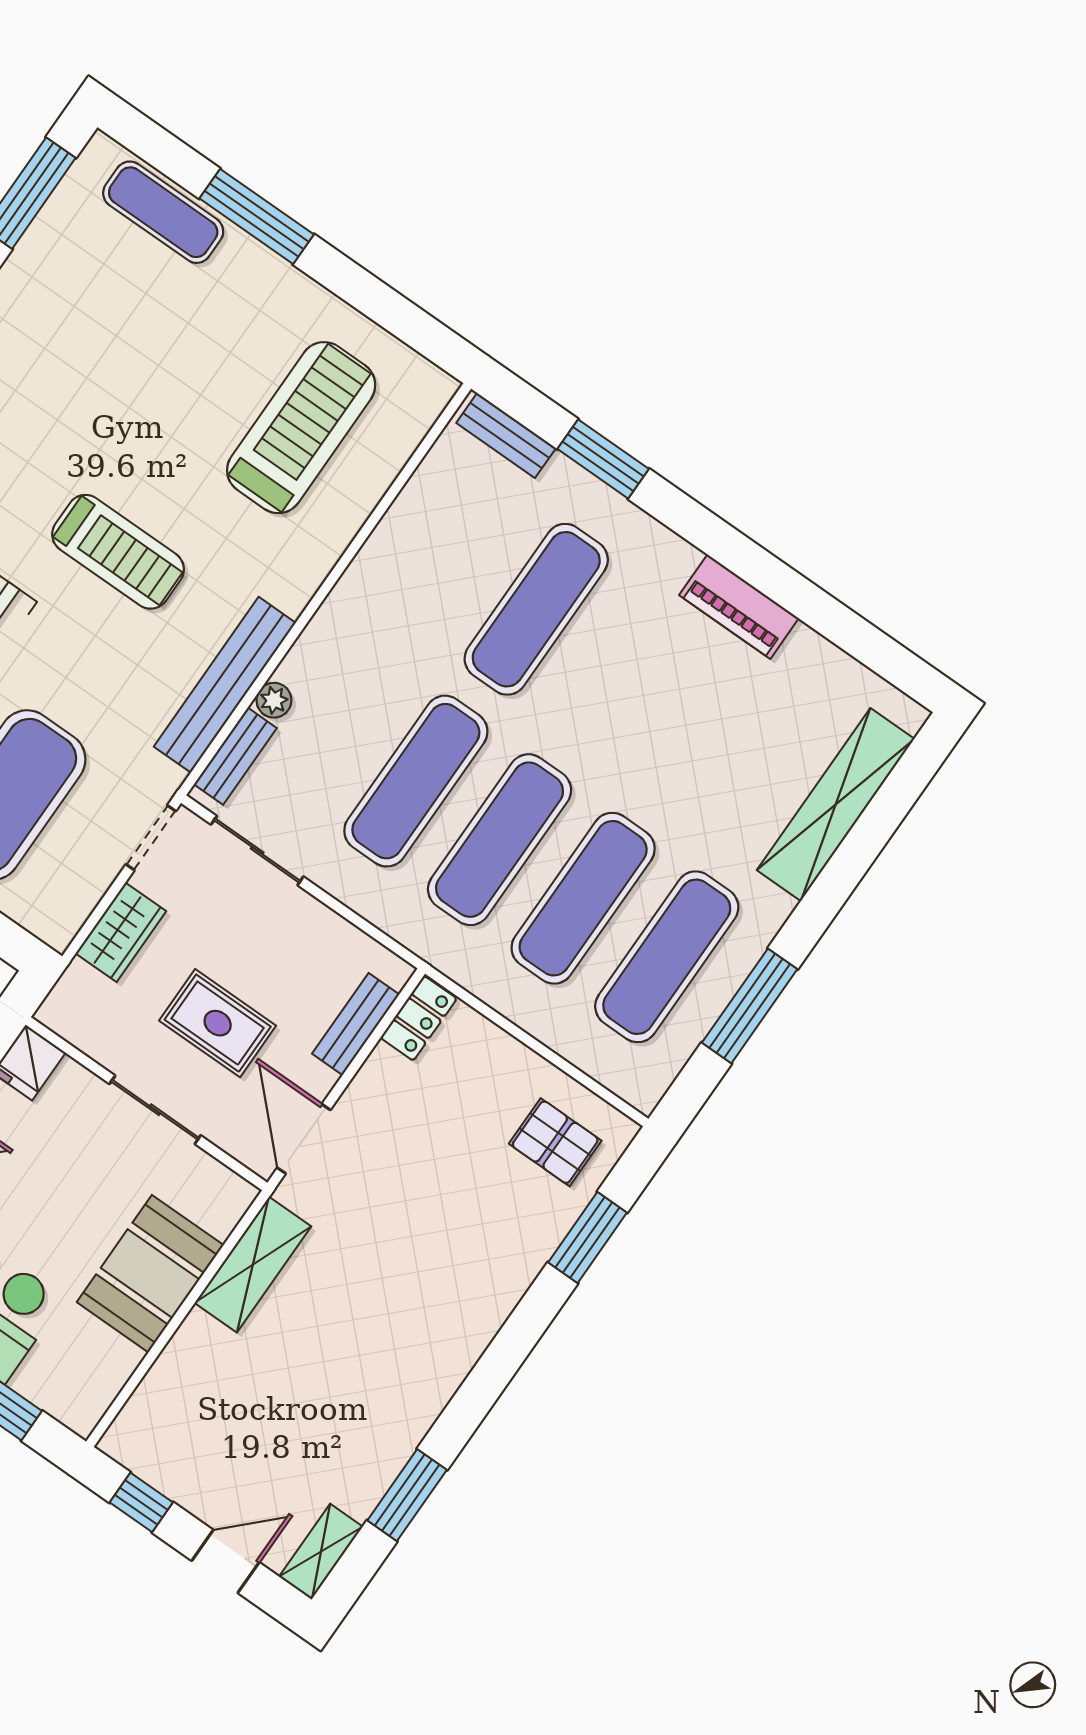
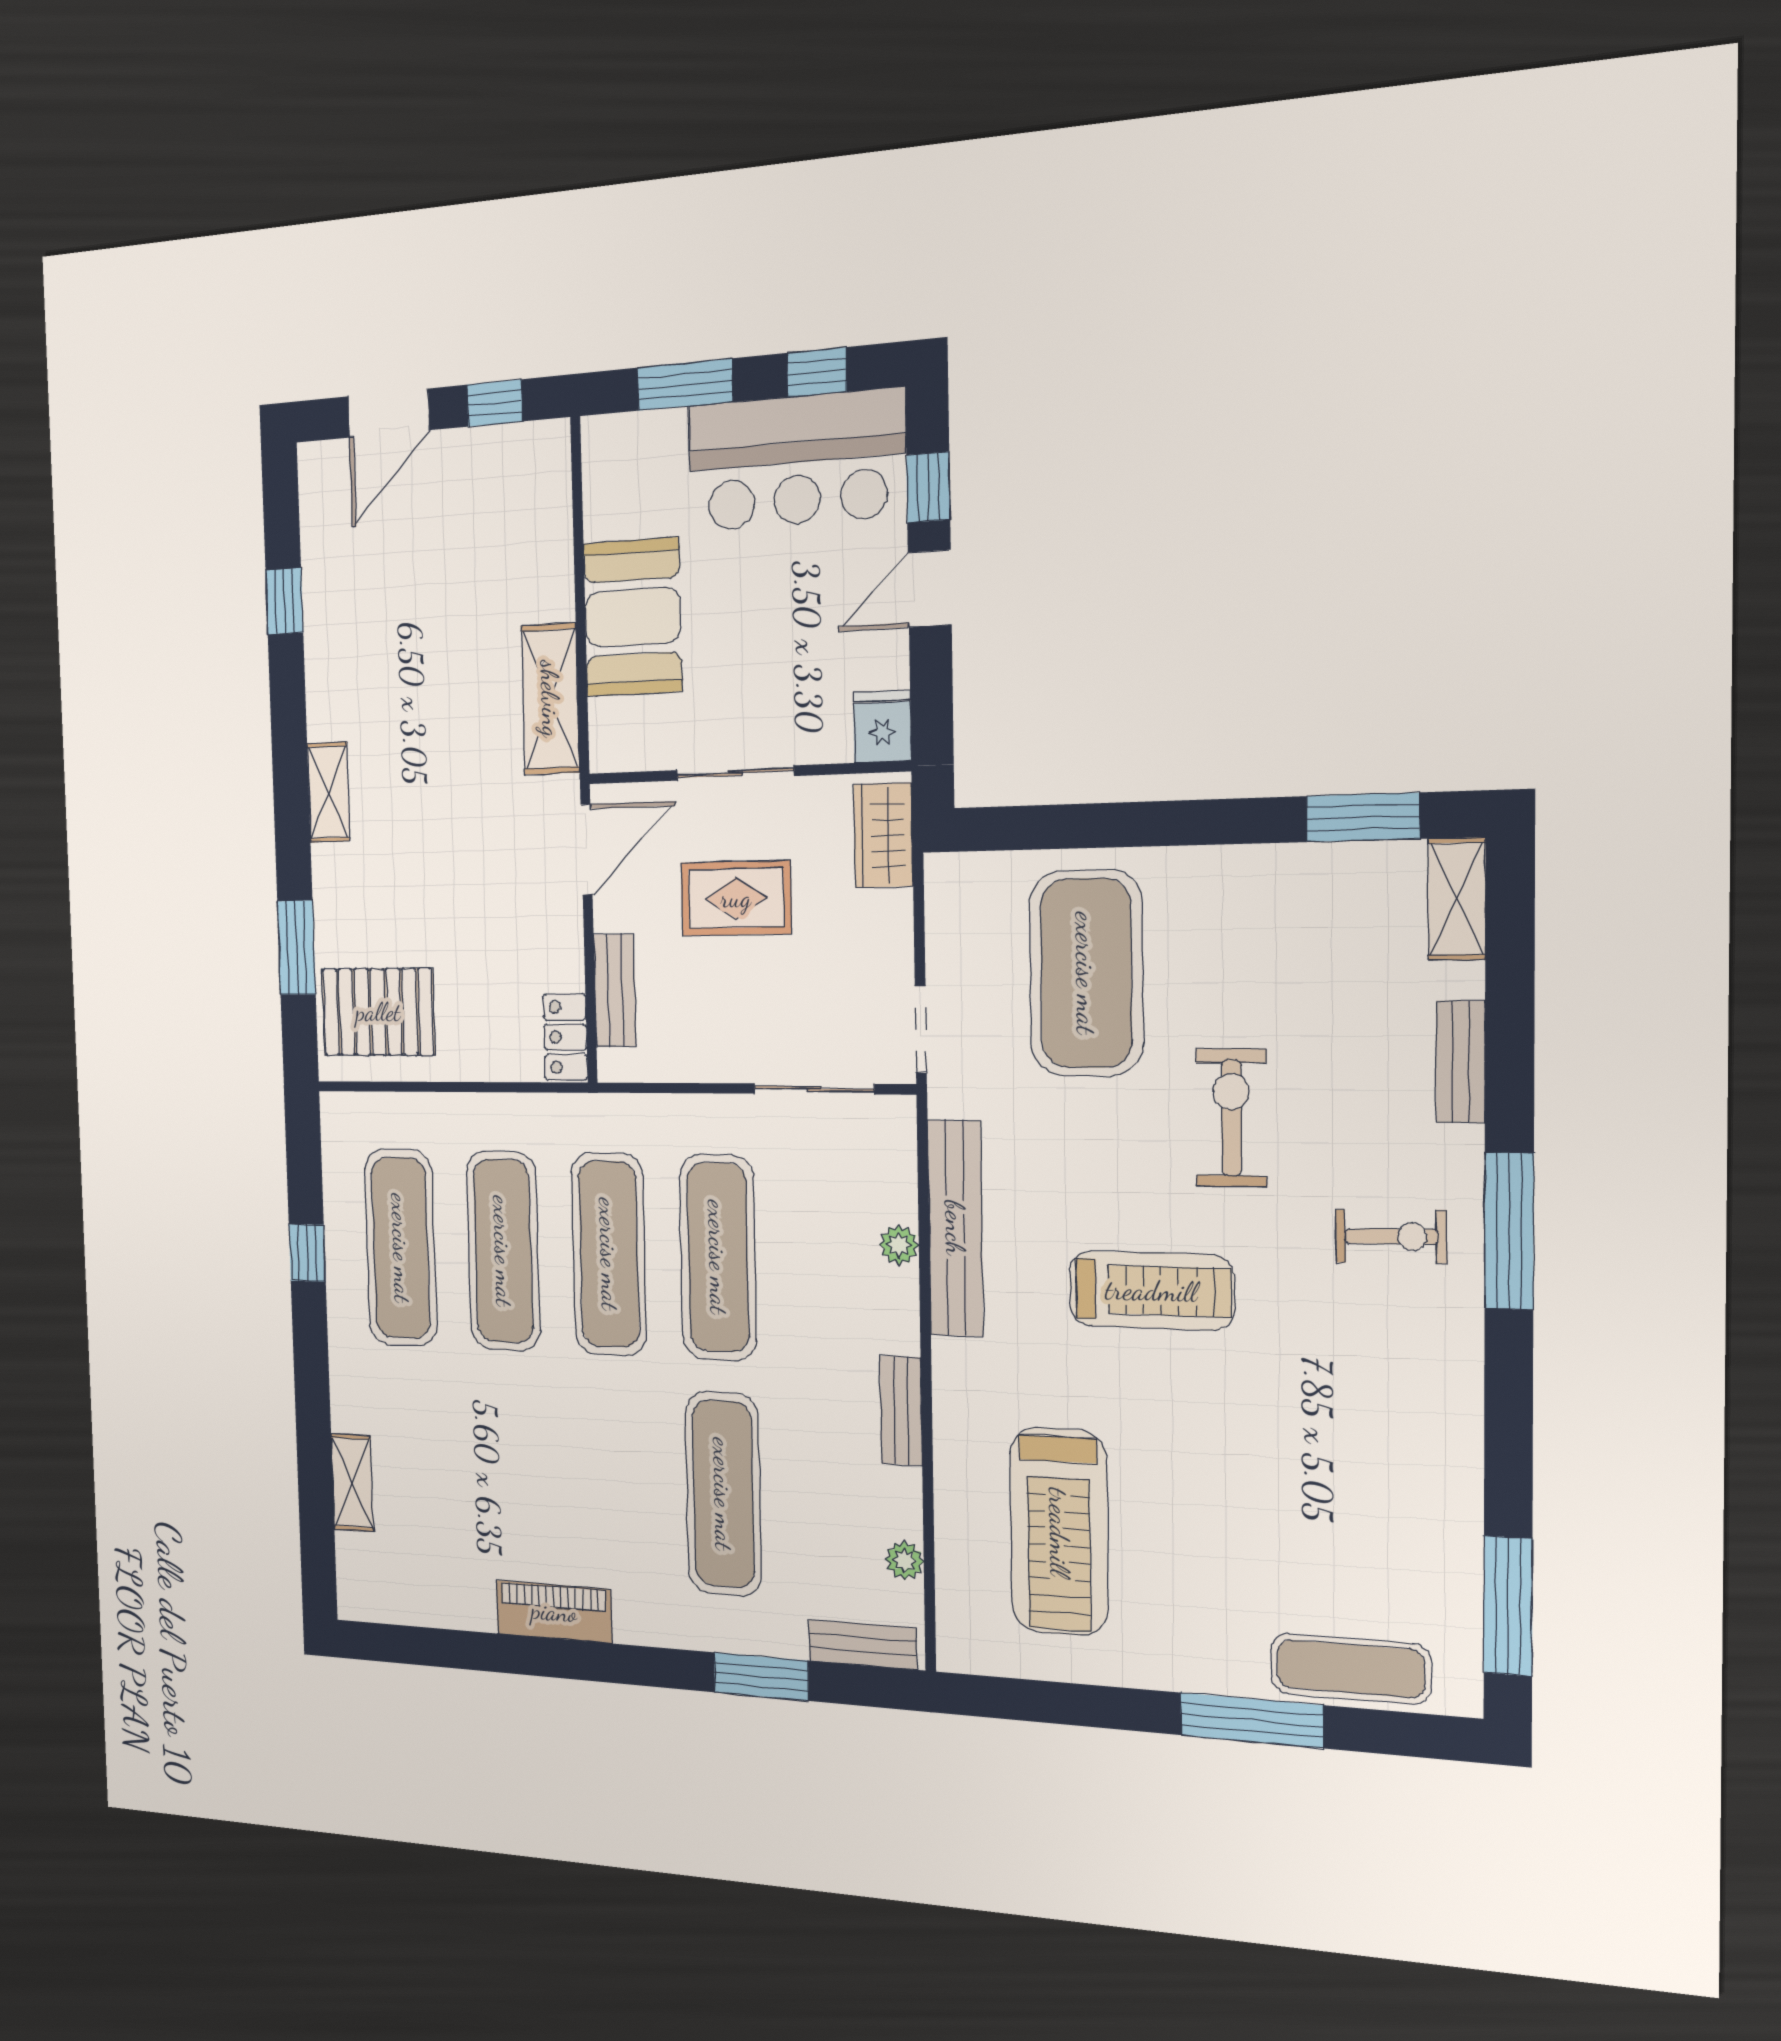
plant: (430, 476) -> (904, 1561), added
treadmill: (118, 552) -> (1151, 1291), turned 180
bench: (235, 756) -> (901, 1411), moved
shelving: (836, 805) -> (352, 1483), width x0.45, depth x0.75
wardrobe: (121, 932) -> (883, 835), moved
window: (750, 1006) -> (307, 1253), width x0.46
door: (304, 1139) -> (587, 850), hinge flipped
pallet: (555, 1142) -> (378, 1012), width x1.50, depth x1.42
window: (407, 1495) -> (284, 601), width x0.67
shelving: (321, 1552) -> (328, 792), moved
door: (226, 1561) -> (388, 413), width x1.38

